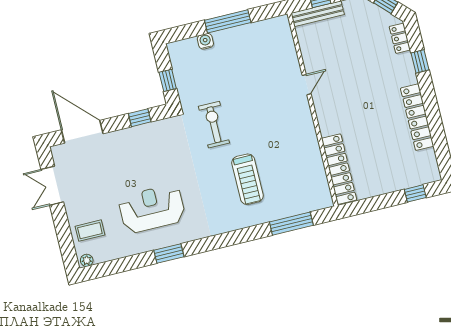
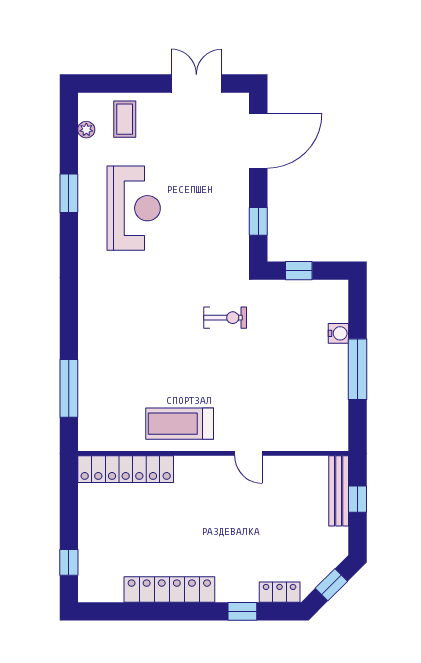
exercise bike: (214, 125) -> (225, 318), width x0.73, depth x0.72
treadmill: (247, 179) -> (180, 424), moved
window: (169, 254) -> (69, 193), moved
plant: (87, 260) -> (86, 130), moved

